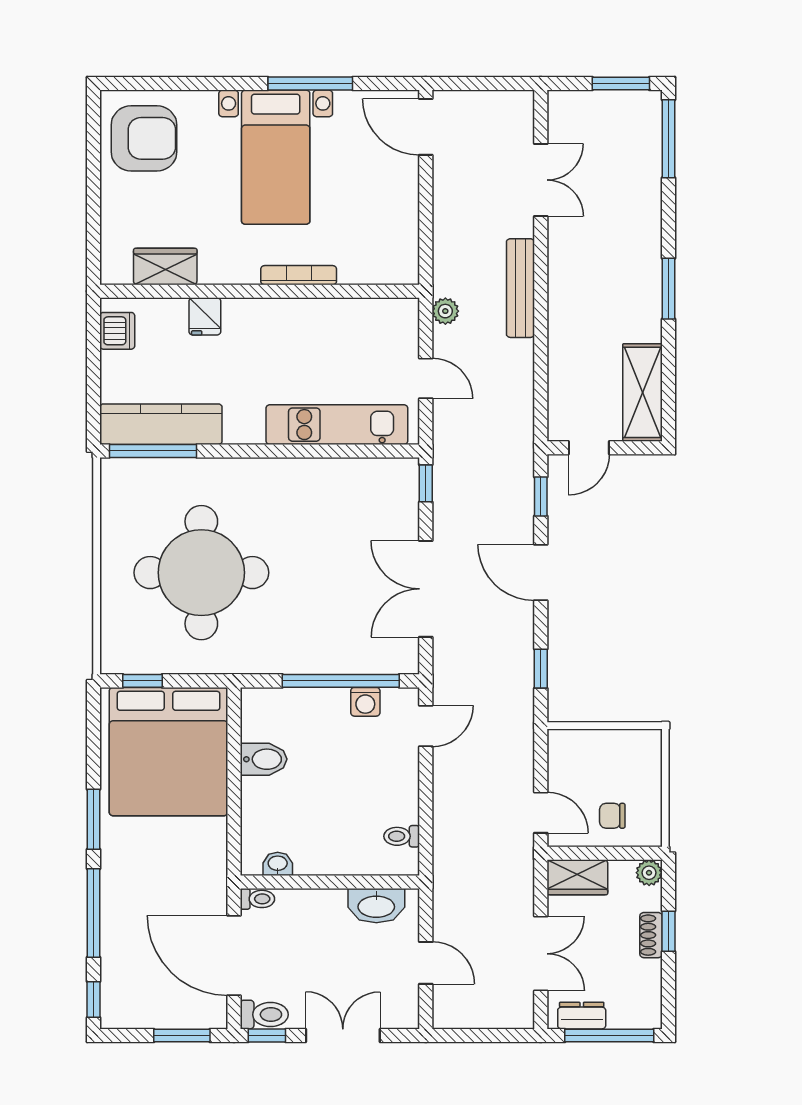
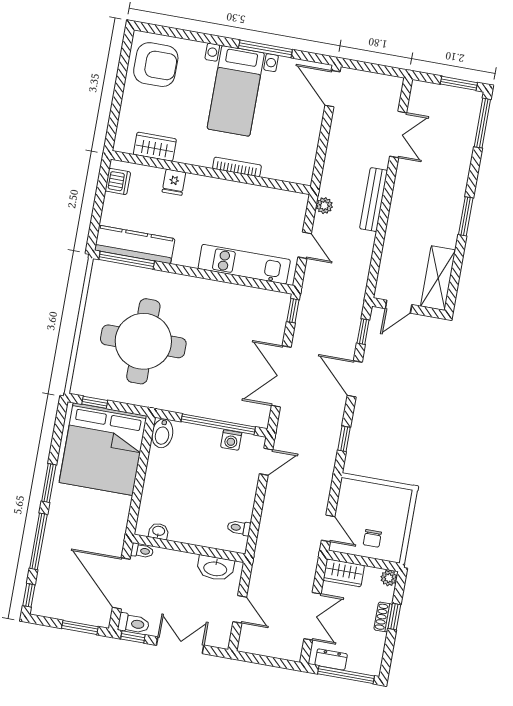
bidet: (264, 759) -> (162, 433), moved, turned 90
chair: (612, 816) -> (372, 538), turned -90

